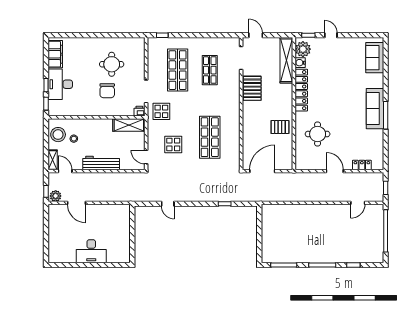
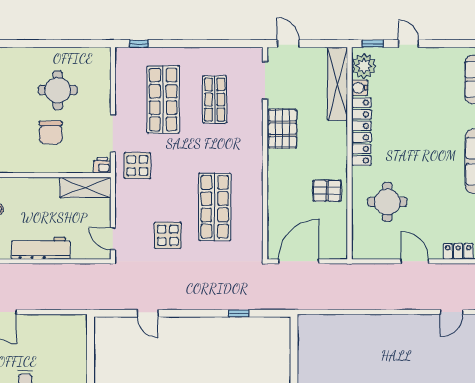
display table: (173, 144) -> (168, 235), moved

